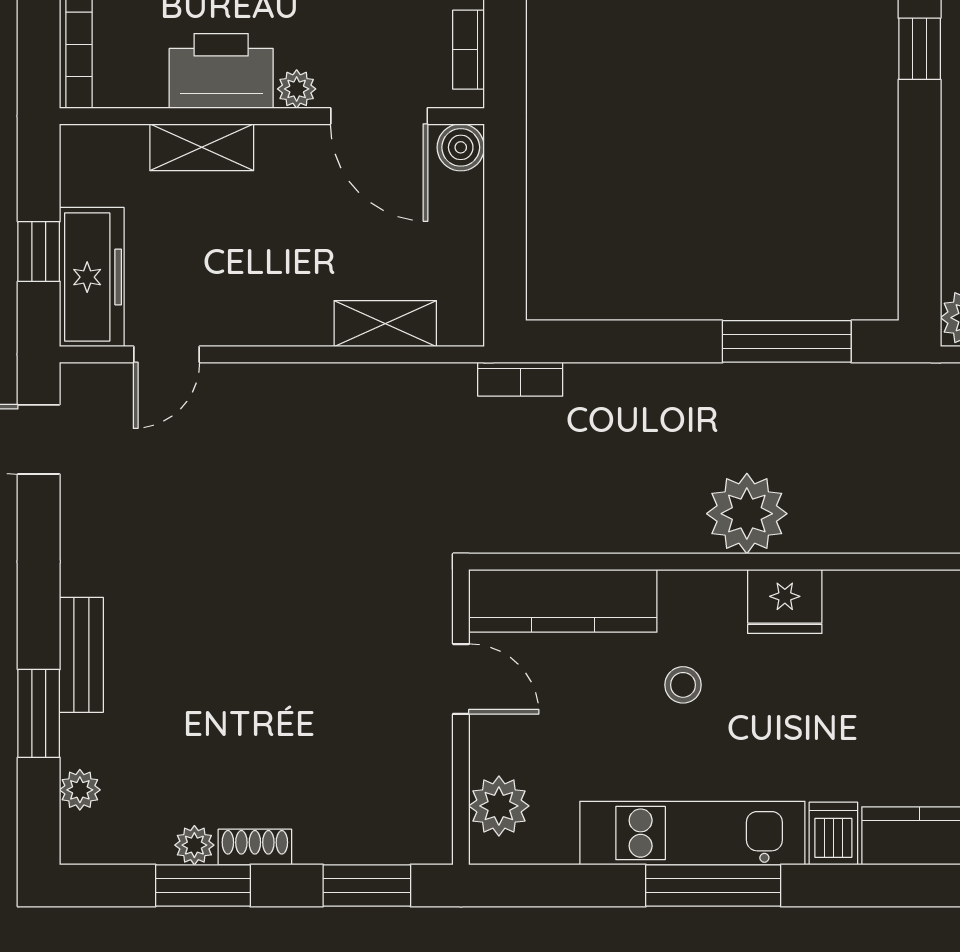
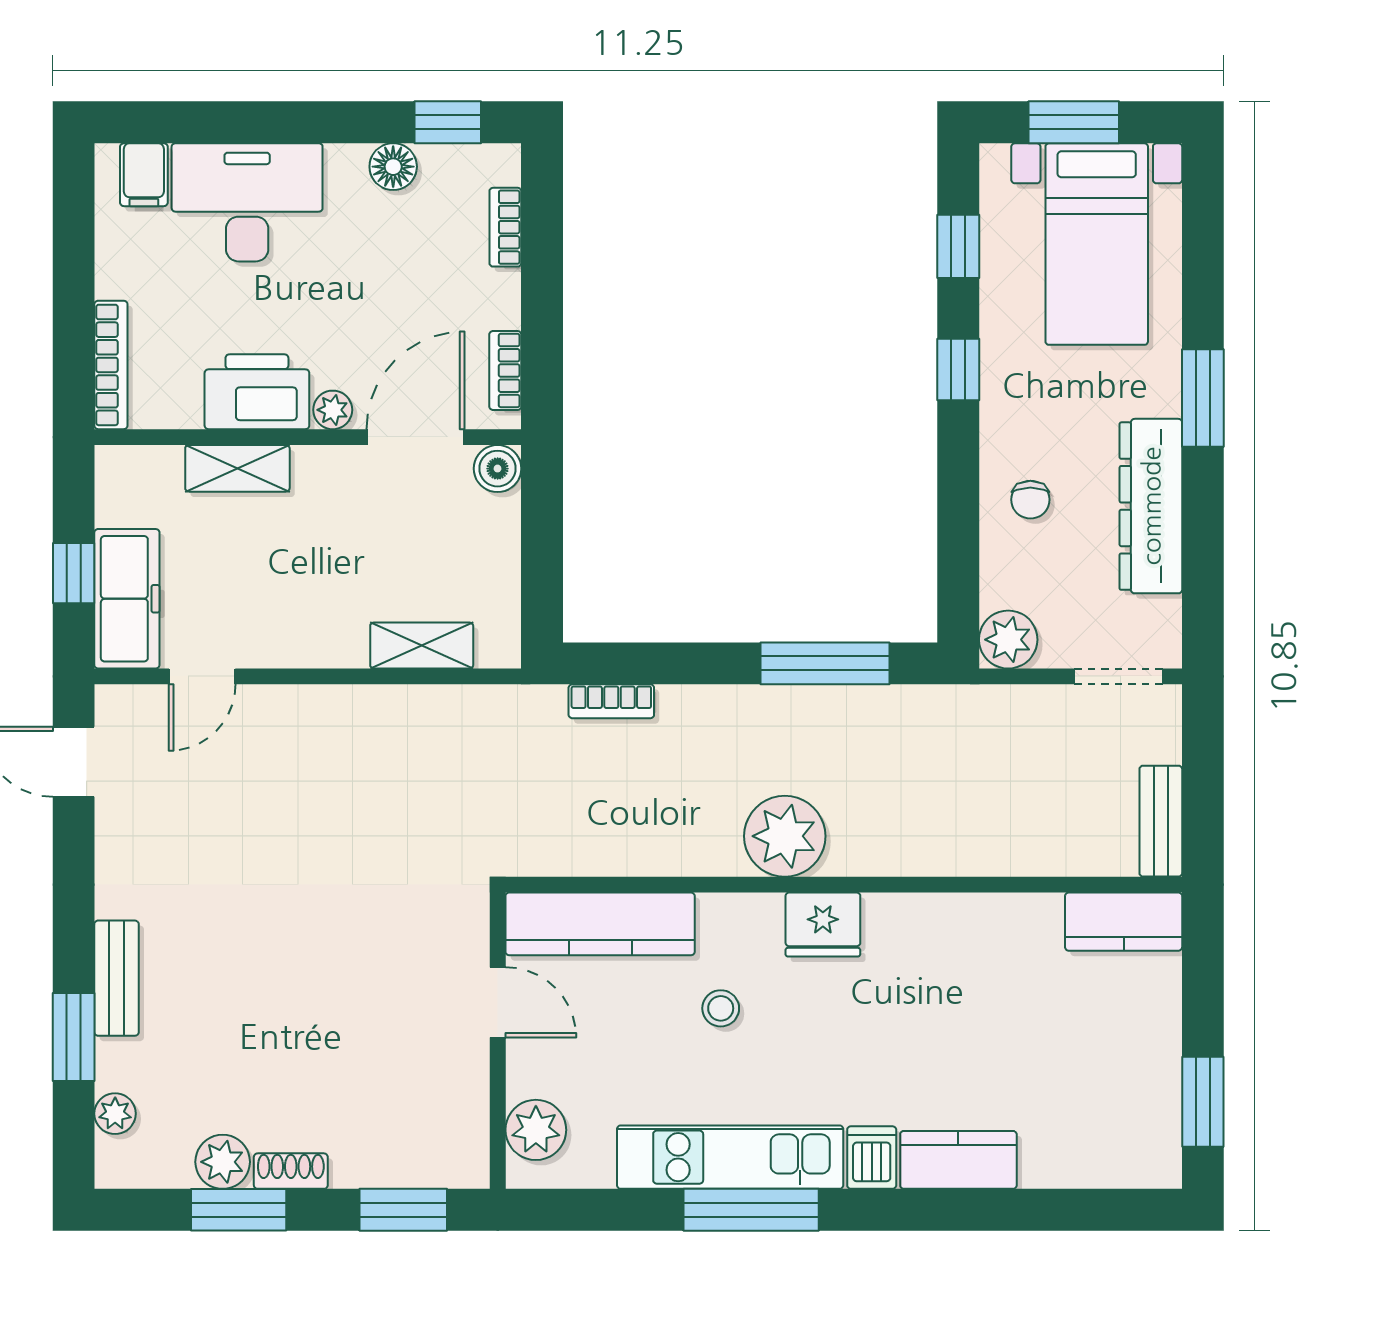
door: (379, 116) -> (416, 437), swing flipped
bookcase: (520, 379) -> (611, 701), moved
plant: (194, 845) -> (223, 1162), width x1.38, depth x1.38

